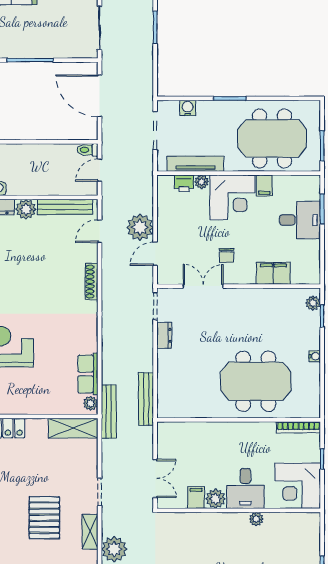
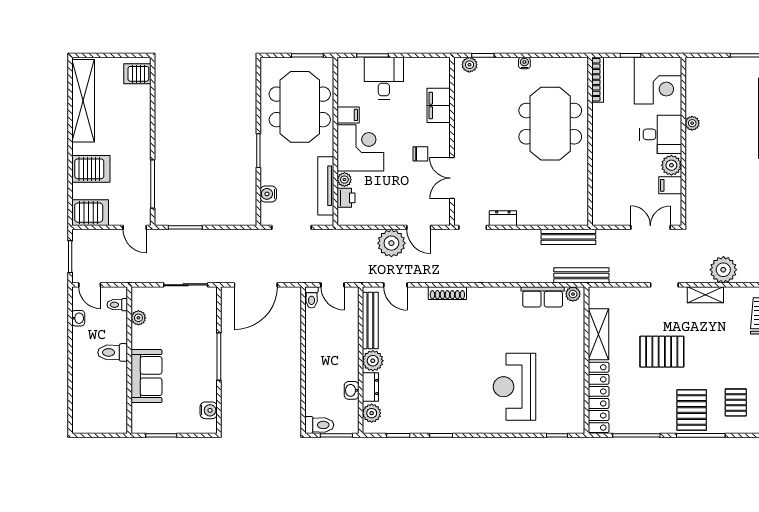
shelving: (73, 428) -> (598, 334), moved
pallet: (44, 518) -> (662, 352), moved

